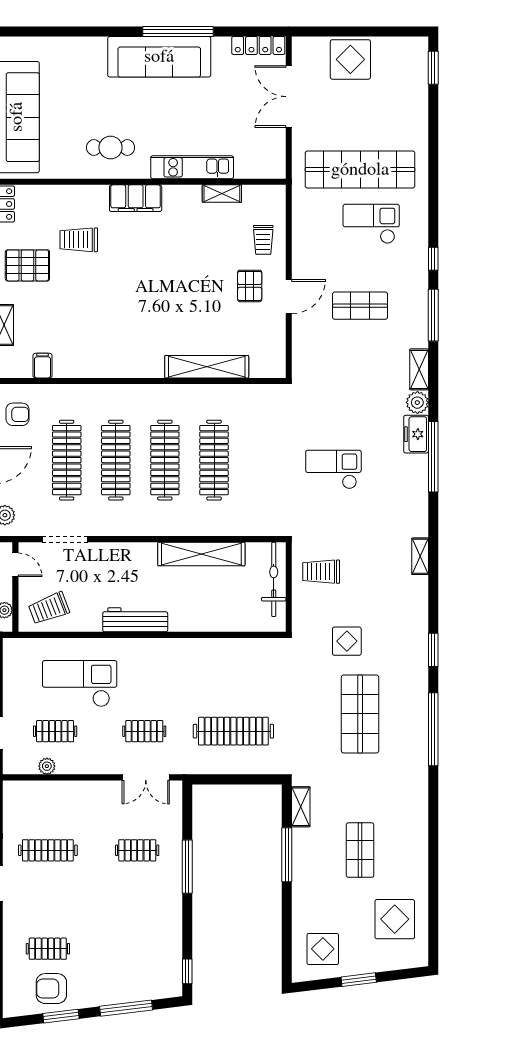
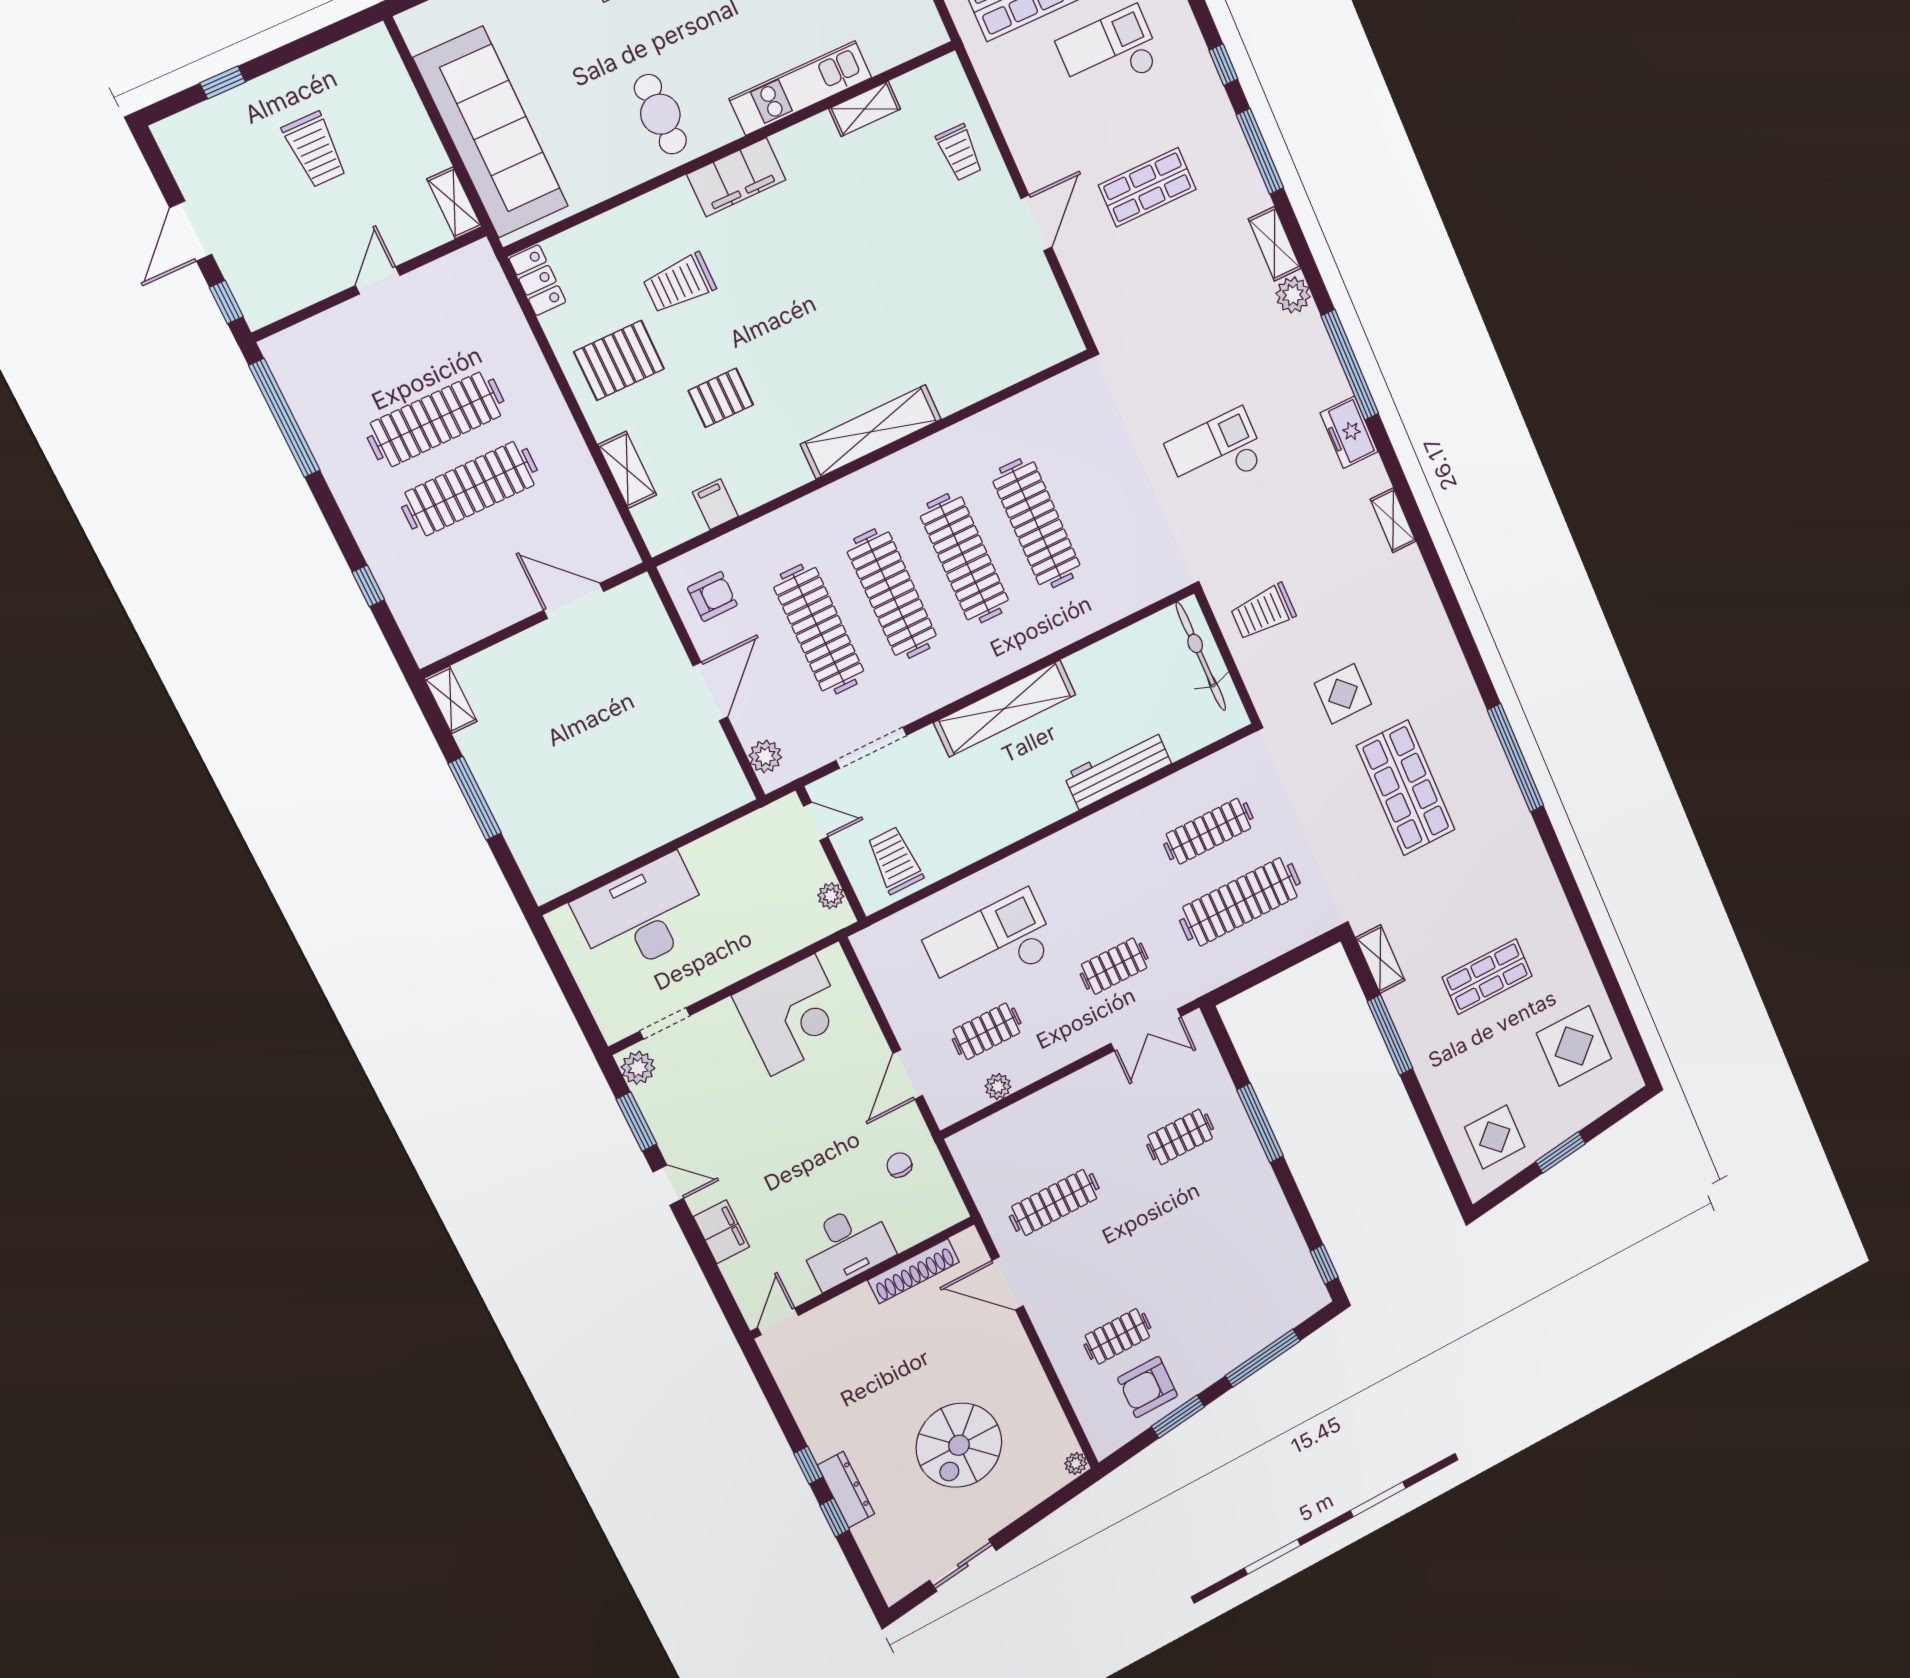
cafe table: (111, 147) -> (660, 114), turned 90
pallet: (250, 286) -> (721, 398), moved, turned 90
shelving: (207, 367) -> (871, 432), moved
freezer: (416, 434) -> (1349, 432), moved
shelving: (201, 554) -> (1005, 708), moved
trolley: (49, 608) -> (895, 860), turned 111
workbench: (135, 620) -> (1118, 769), moved
window: (433, 650) -> (1468, 646), removed
clothes rail: (233, 681) -> (1209, 831), added
shop shelf: (360, 850) -> (1487, 977), turned 90

